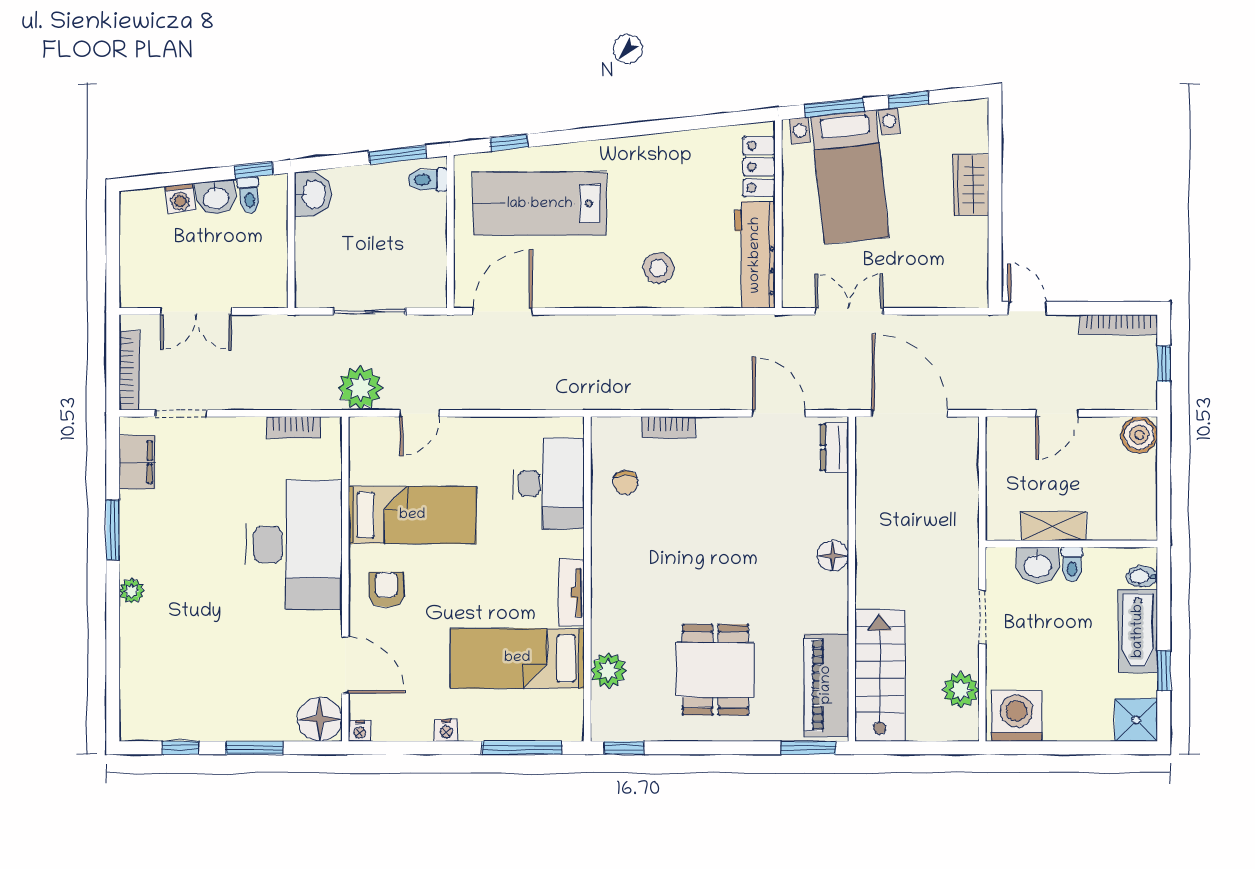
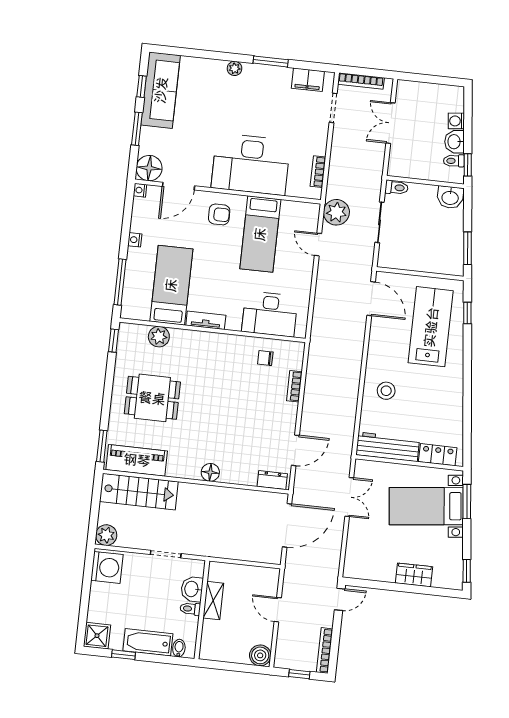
window: (908, 100) -> (467, 571), moved
toilet: (428, 180) -> (396, 188), moved, turned 90
plant: (961, 690) -> (106, 535), moved
sofa: (183, 714) -> (161, 90), added

